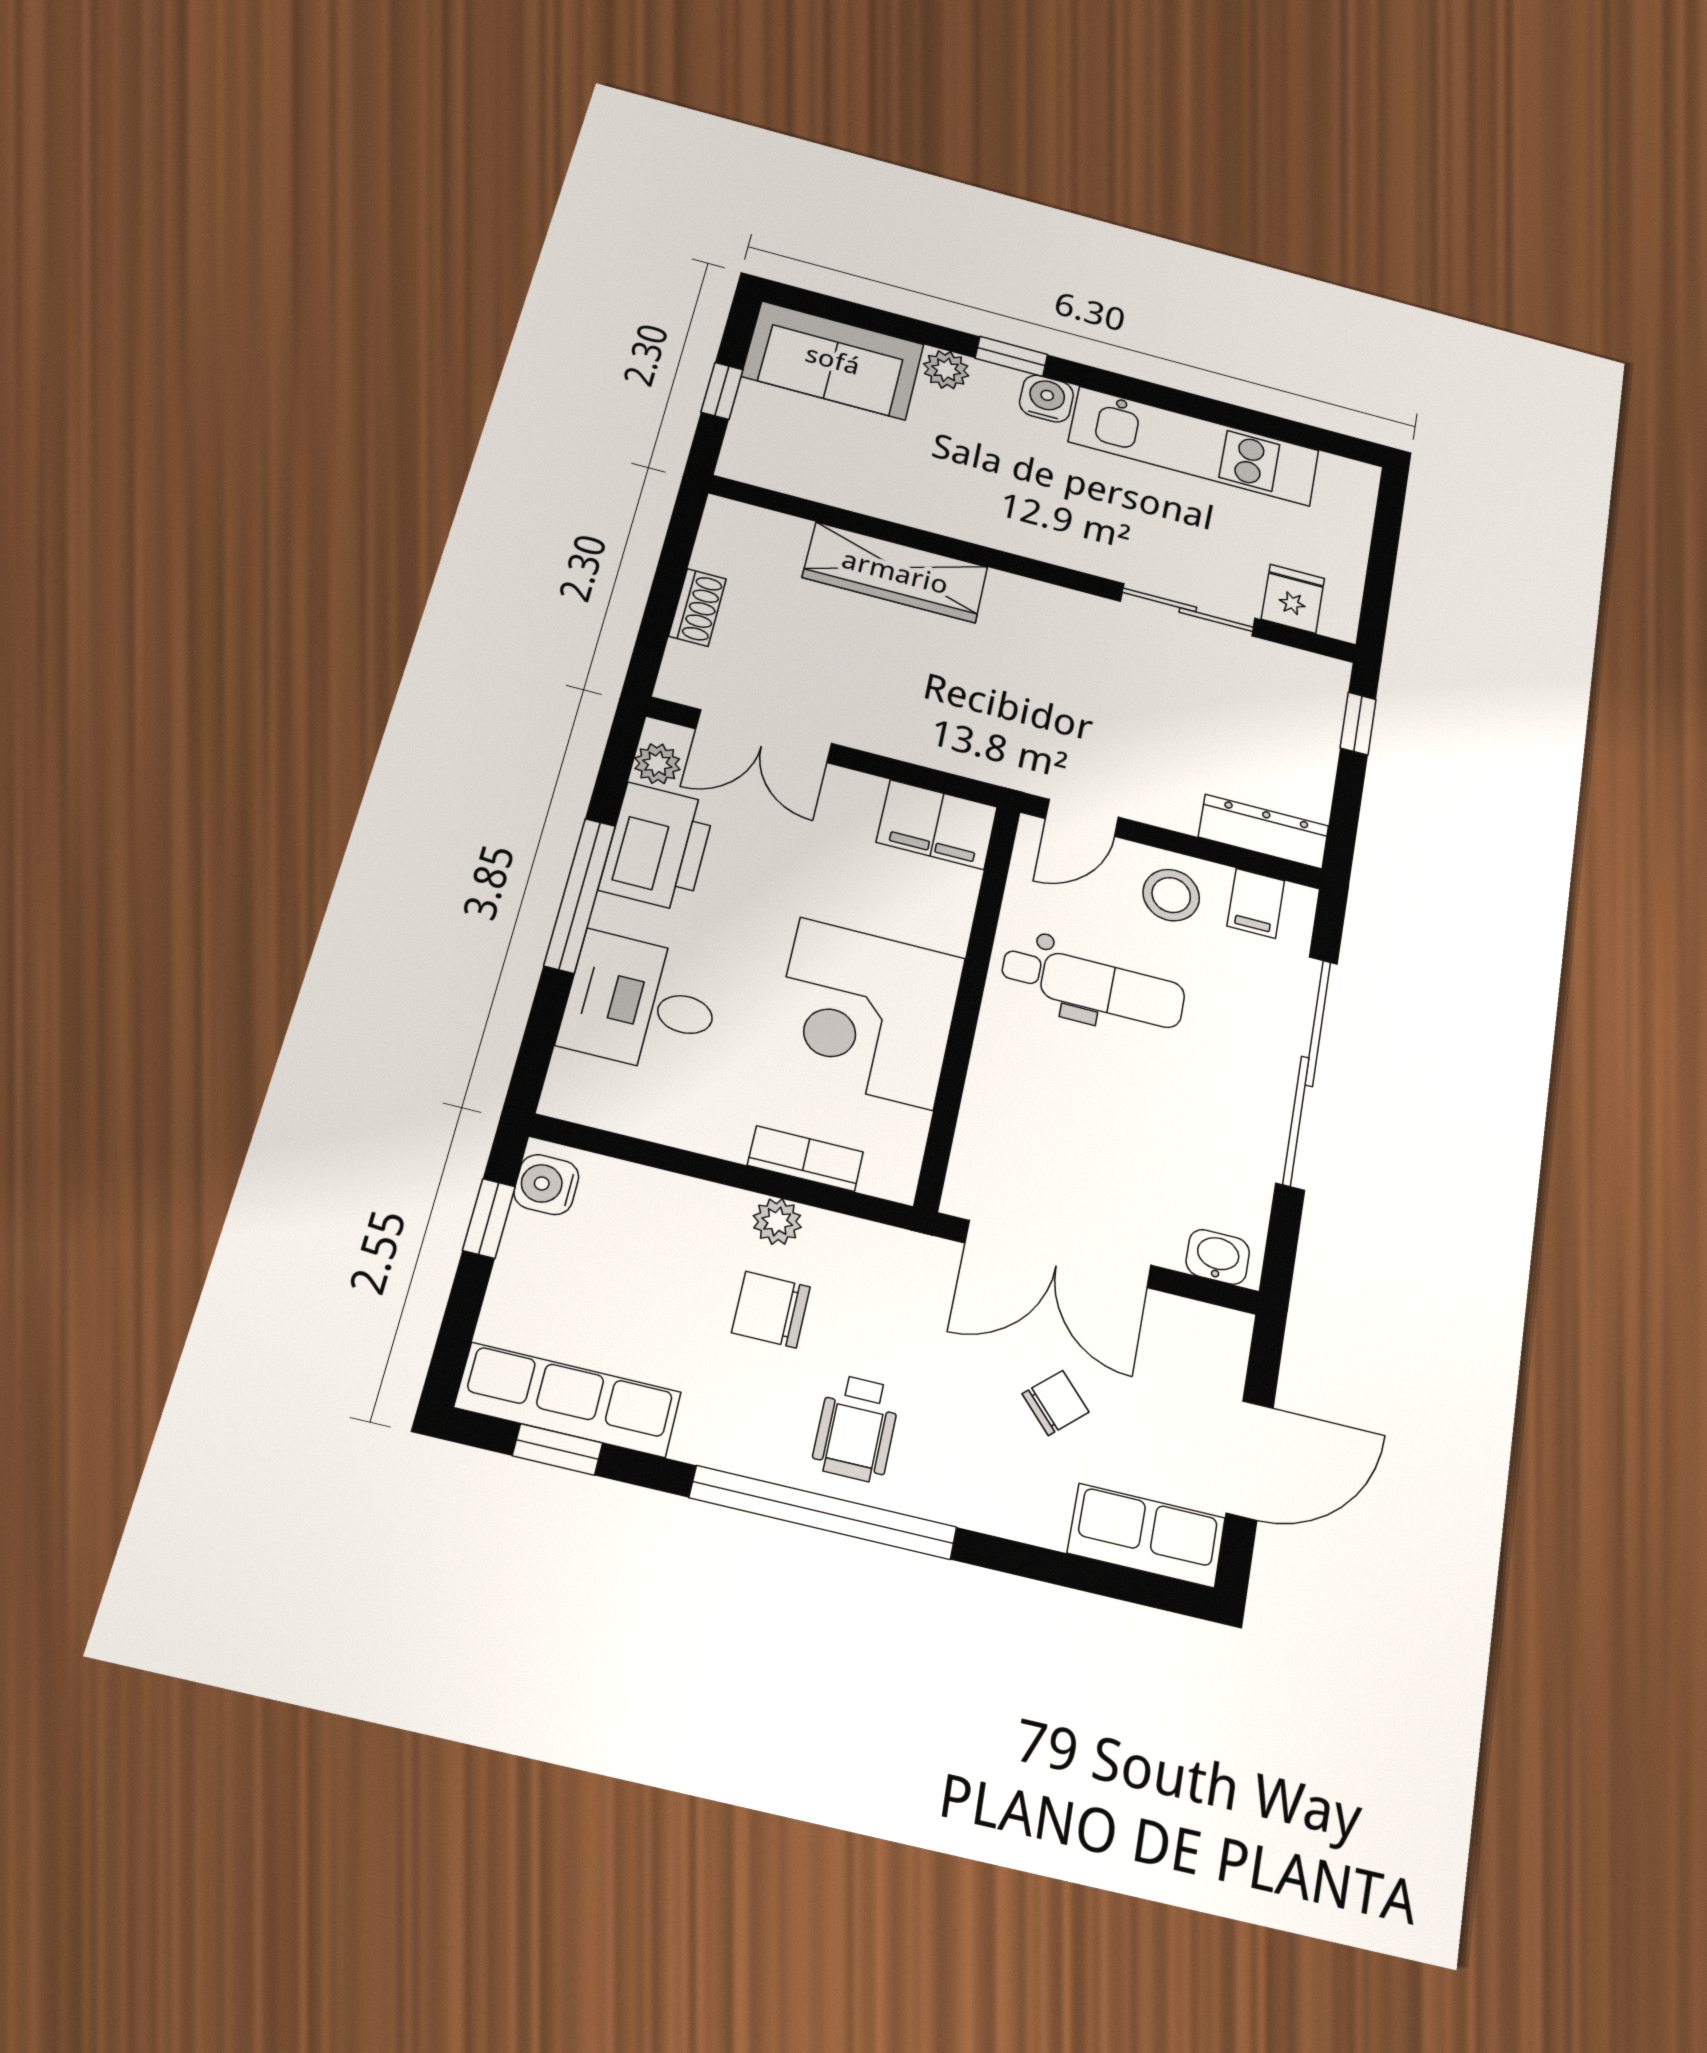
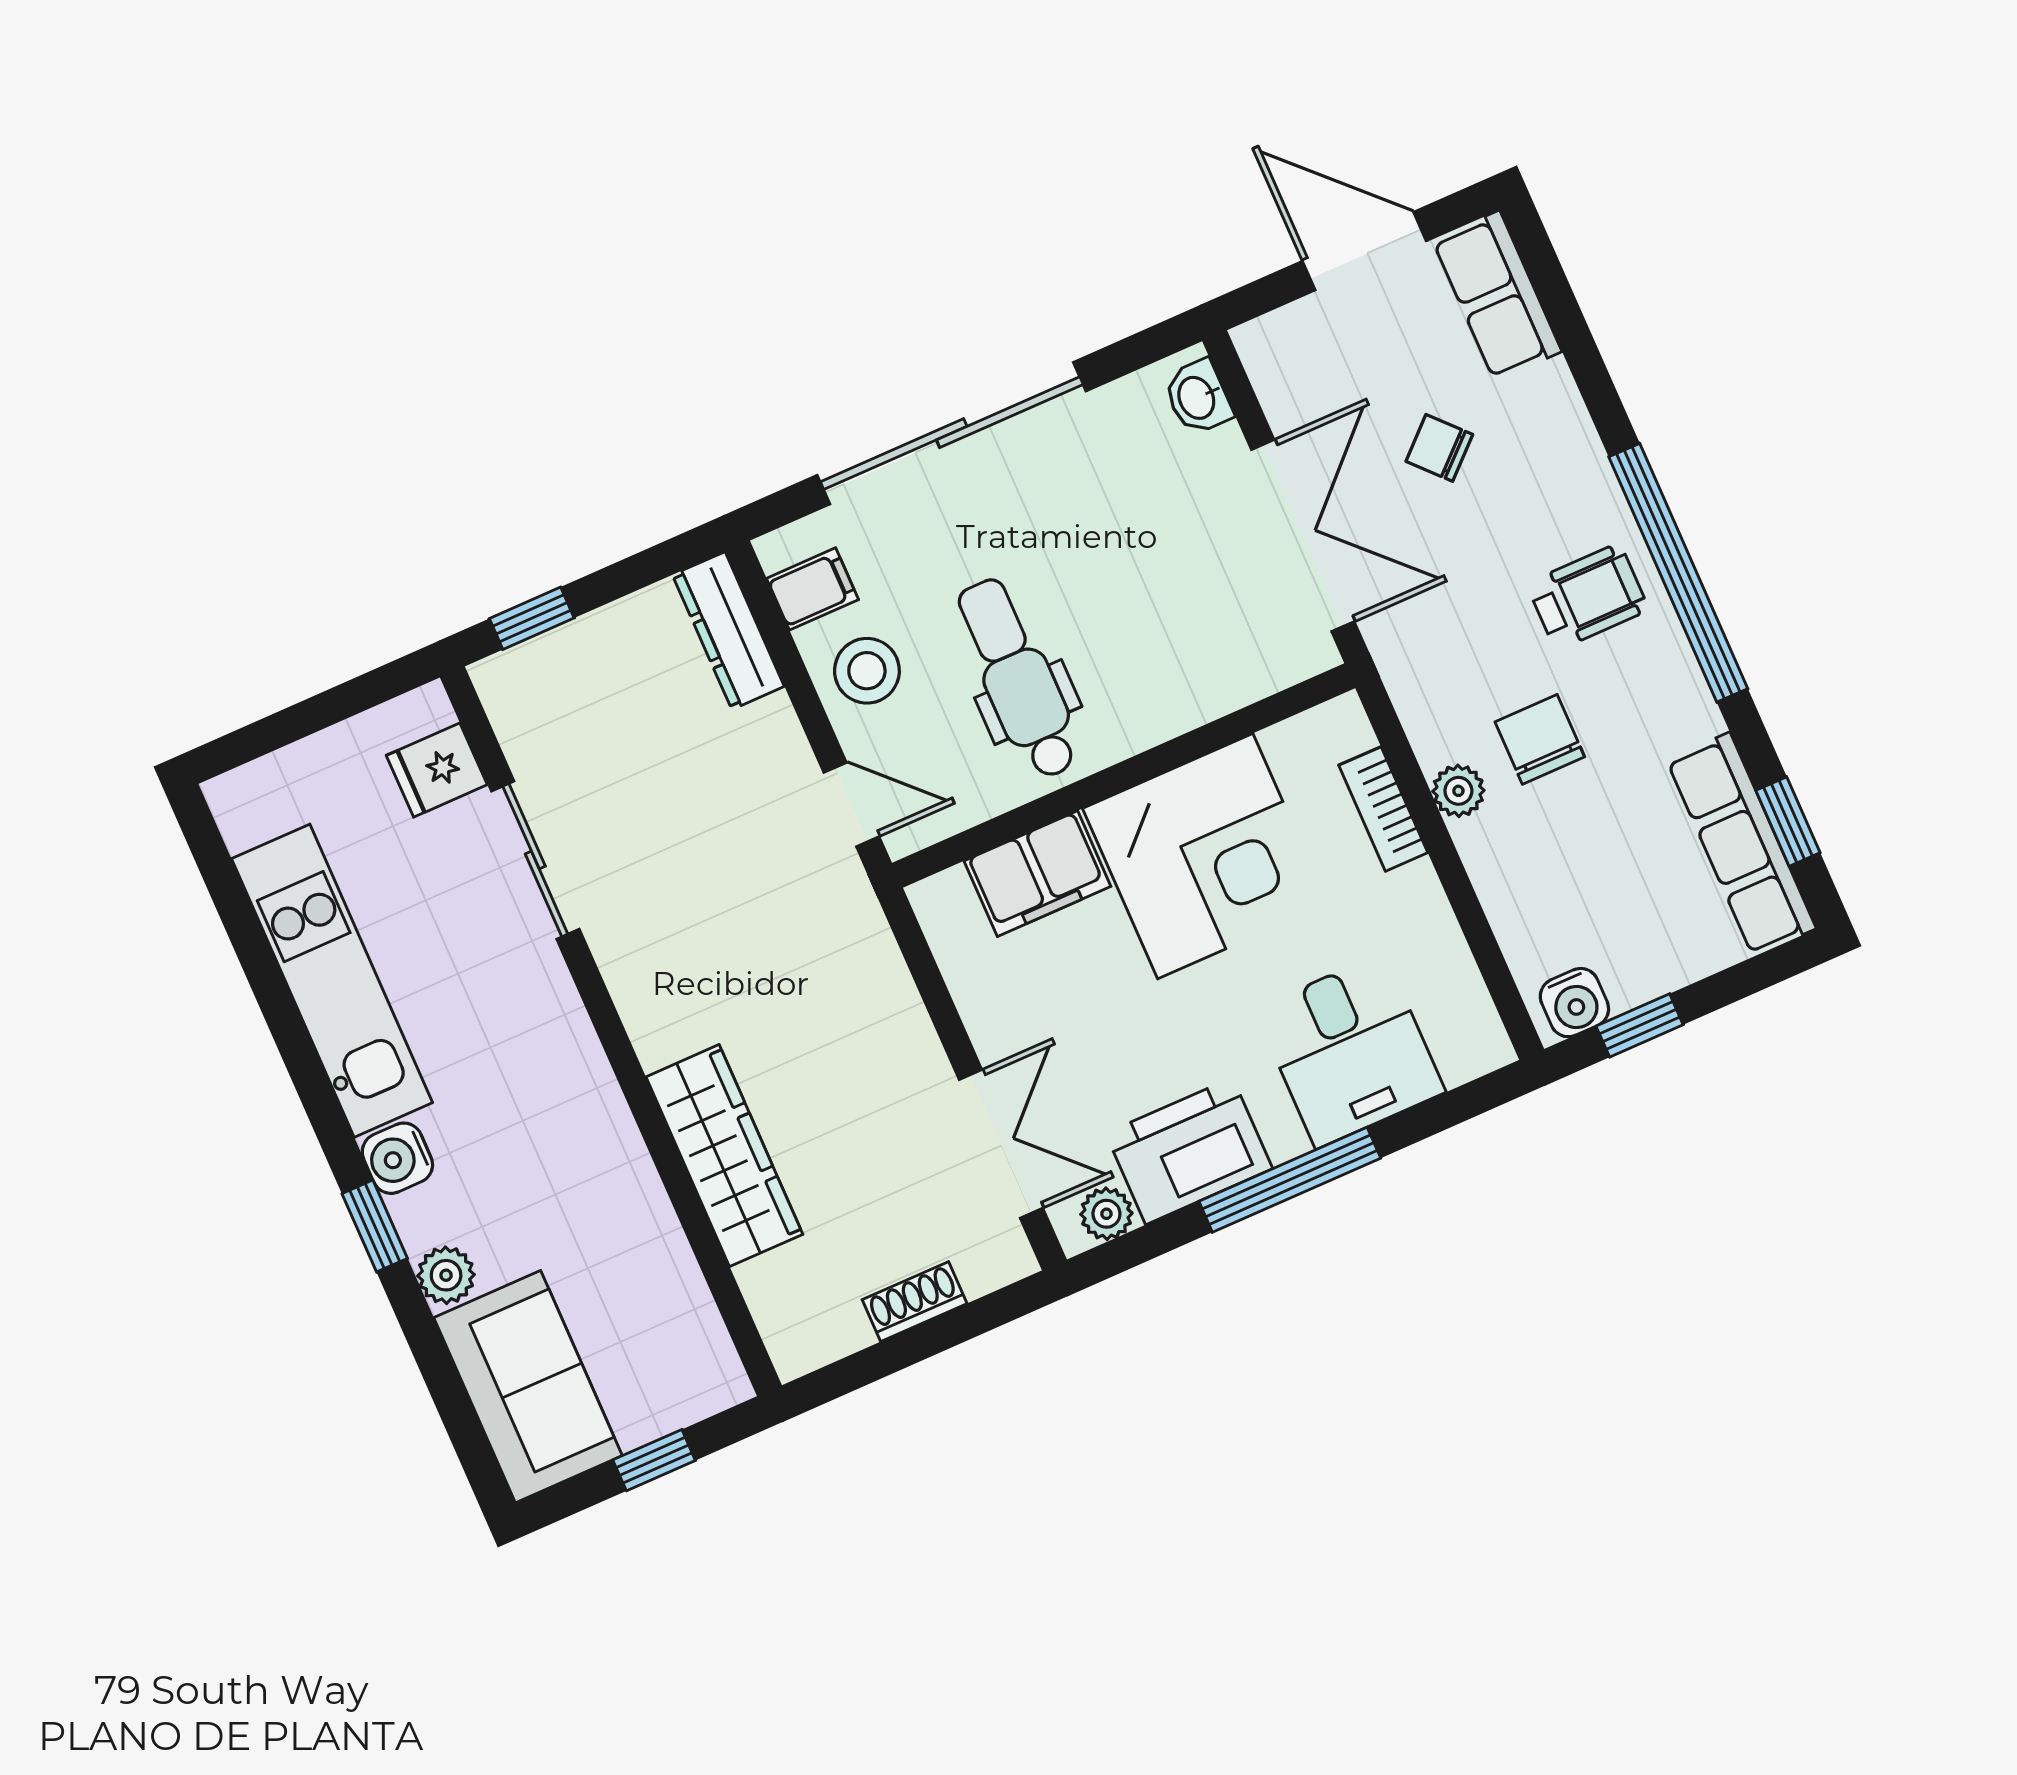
filing cabinet: (937, 824) -> (1037, 874), moved, turned 90
chair: (771, 1310) -> (1540, 739), turned 180

